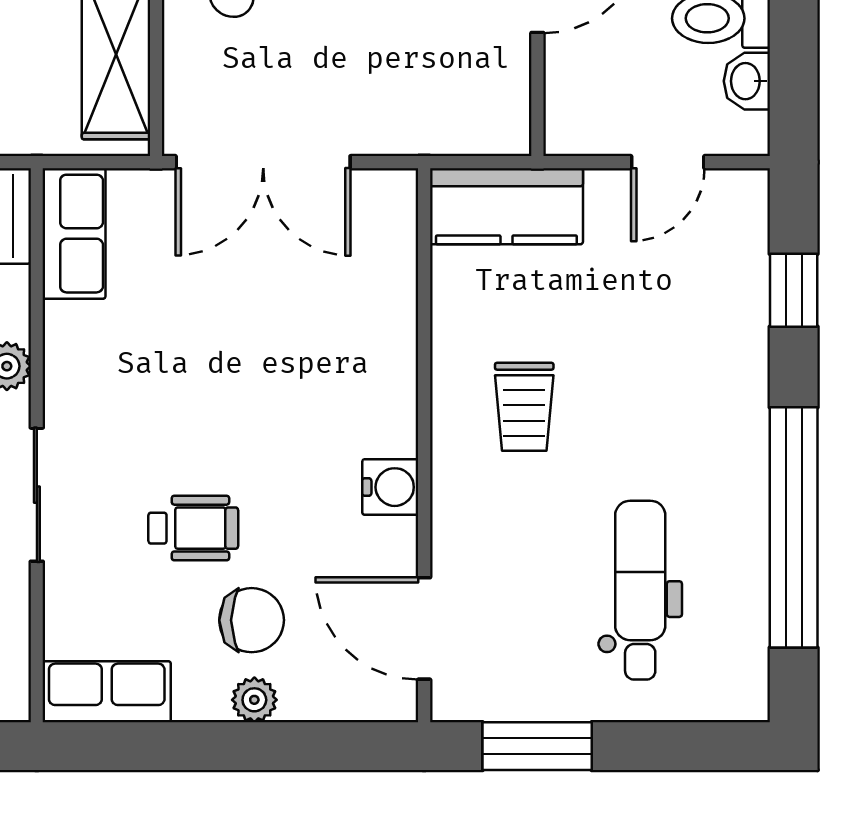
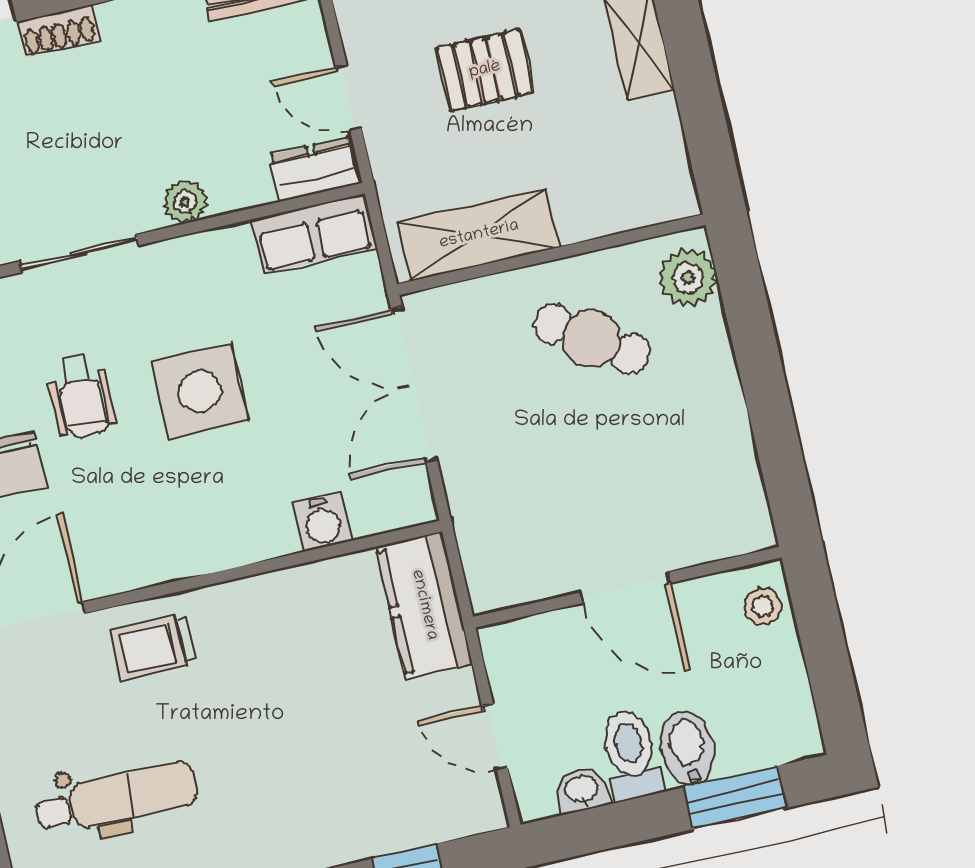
side table: (217, 397) -> (200, 391), added
trolley: (524, 407) -> (153, 647), moved
water cooler: (390, 487) -> (322, 522), moved

